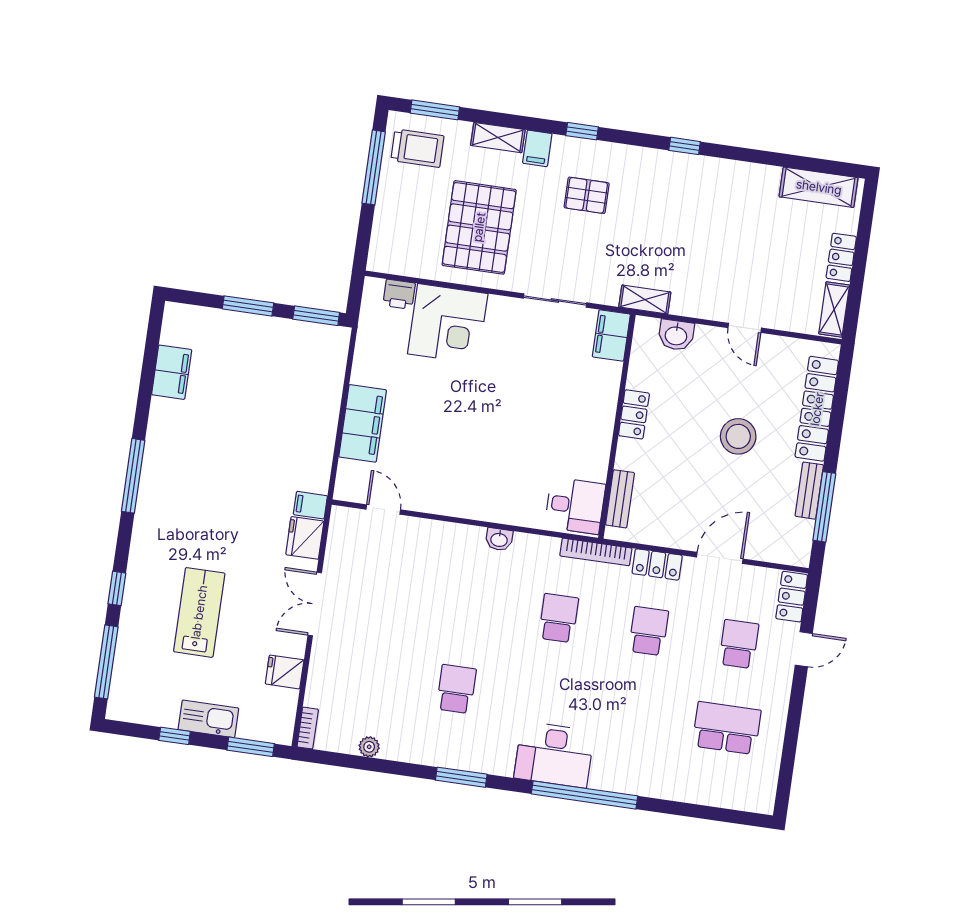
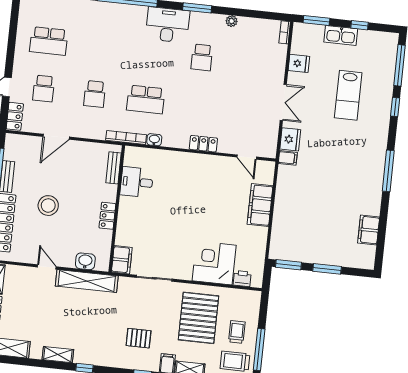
shelving: (731, 171) -> (58, 355), added
trolley: (412, 200) -> (237, 332), added
shelving: (645, 300) -> (87, 281), width x2.20, depth x1.33
desk: (575, 506) -> (137, 182), moved
washbasin: (499, 539) -> (154, 140), moved
locker: (657, 564) -> (203, 144), moved
school desk: (558, 618) -> (146, 99), width x1.85
plant: (369, 747) -> (232, 21), moved
desk: (554, 755) -> (168, 25), moved

